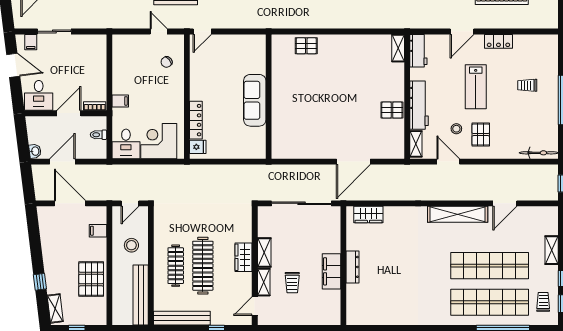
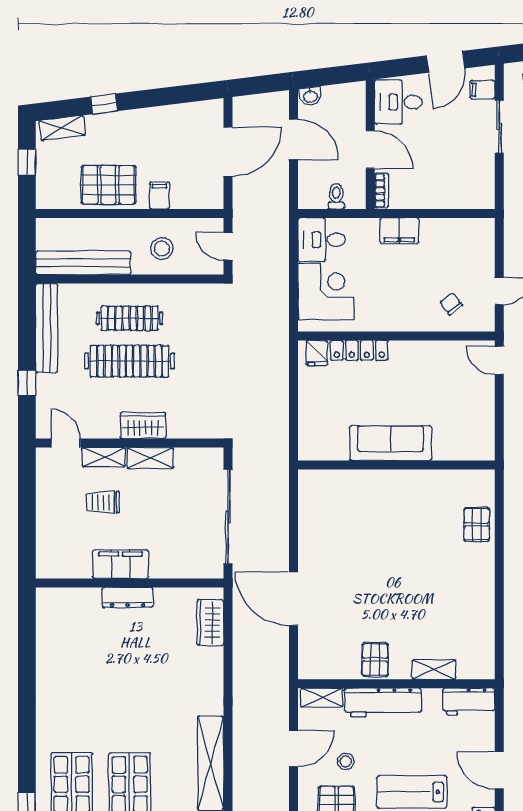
shelving: (398, 48) -> (434, 669), moved
filing cabinet: (120, 101) -> (399, 231), width x2.00
filing cabinet: (98, 231) -> (159, 196), moved

